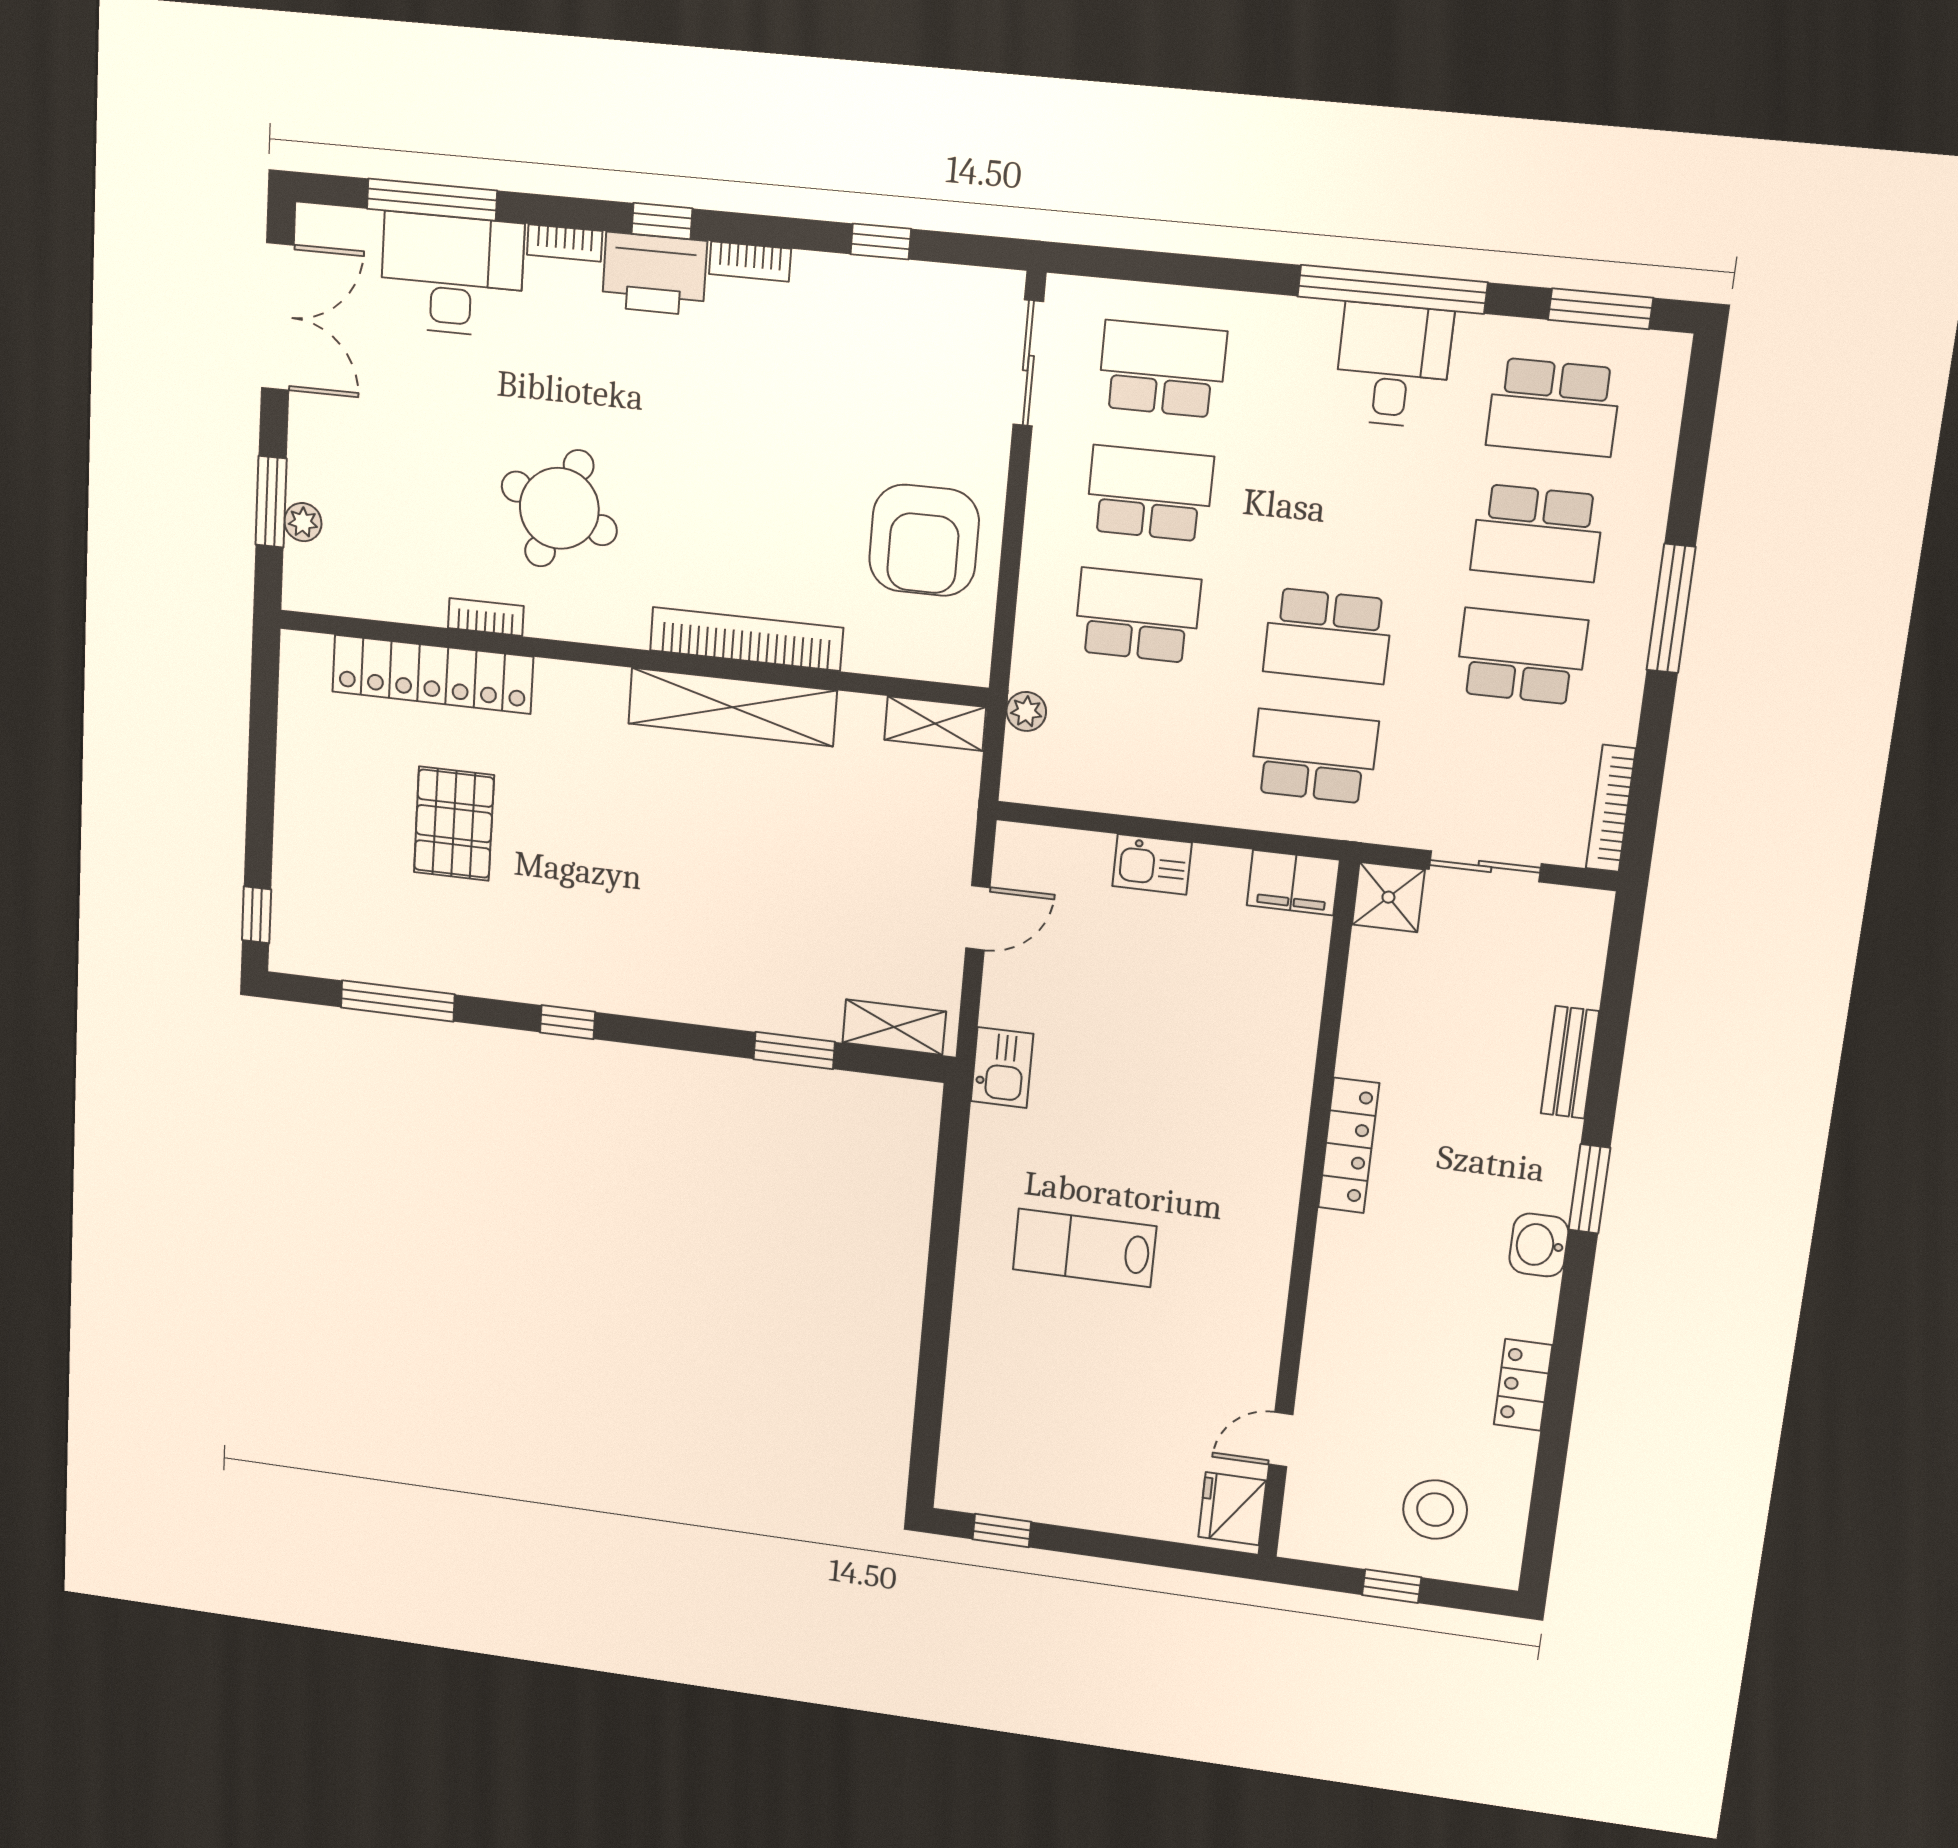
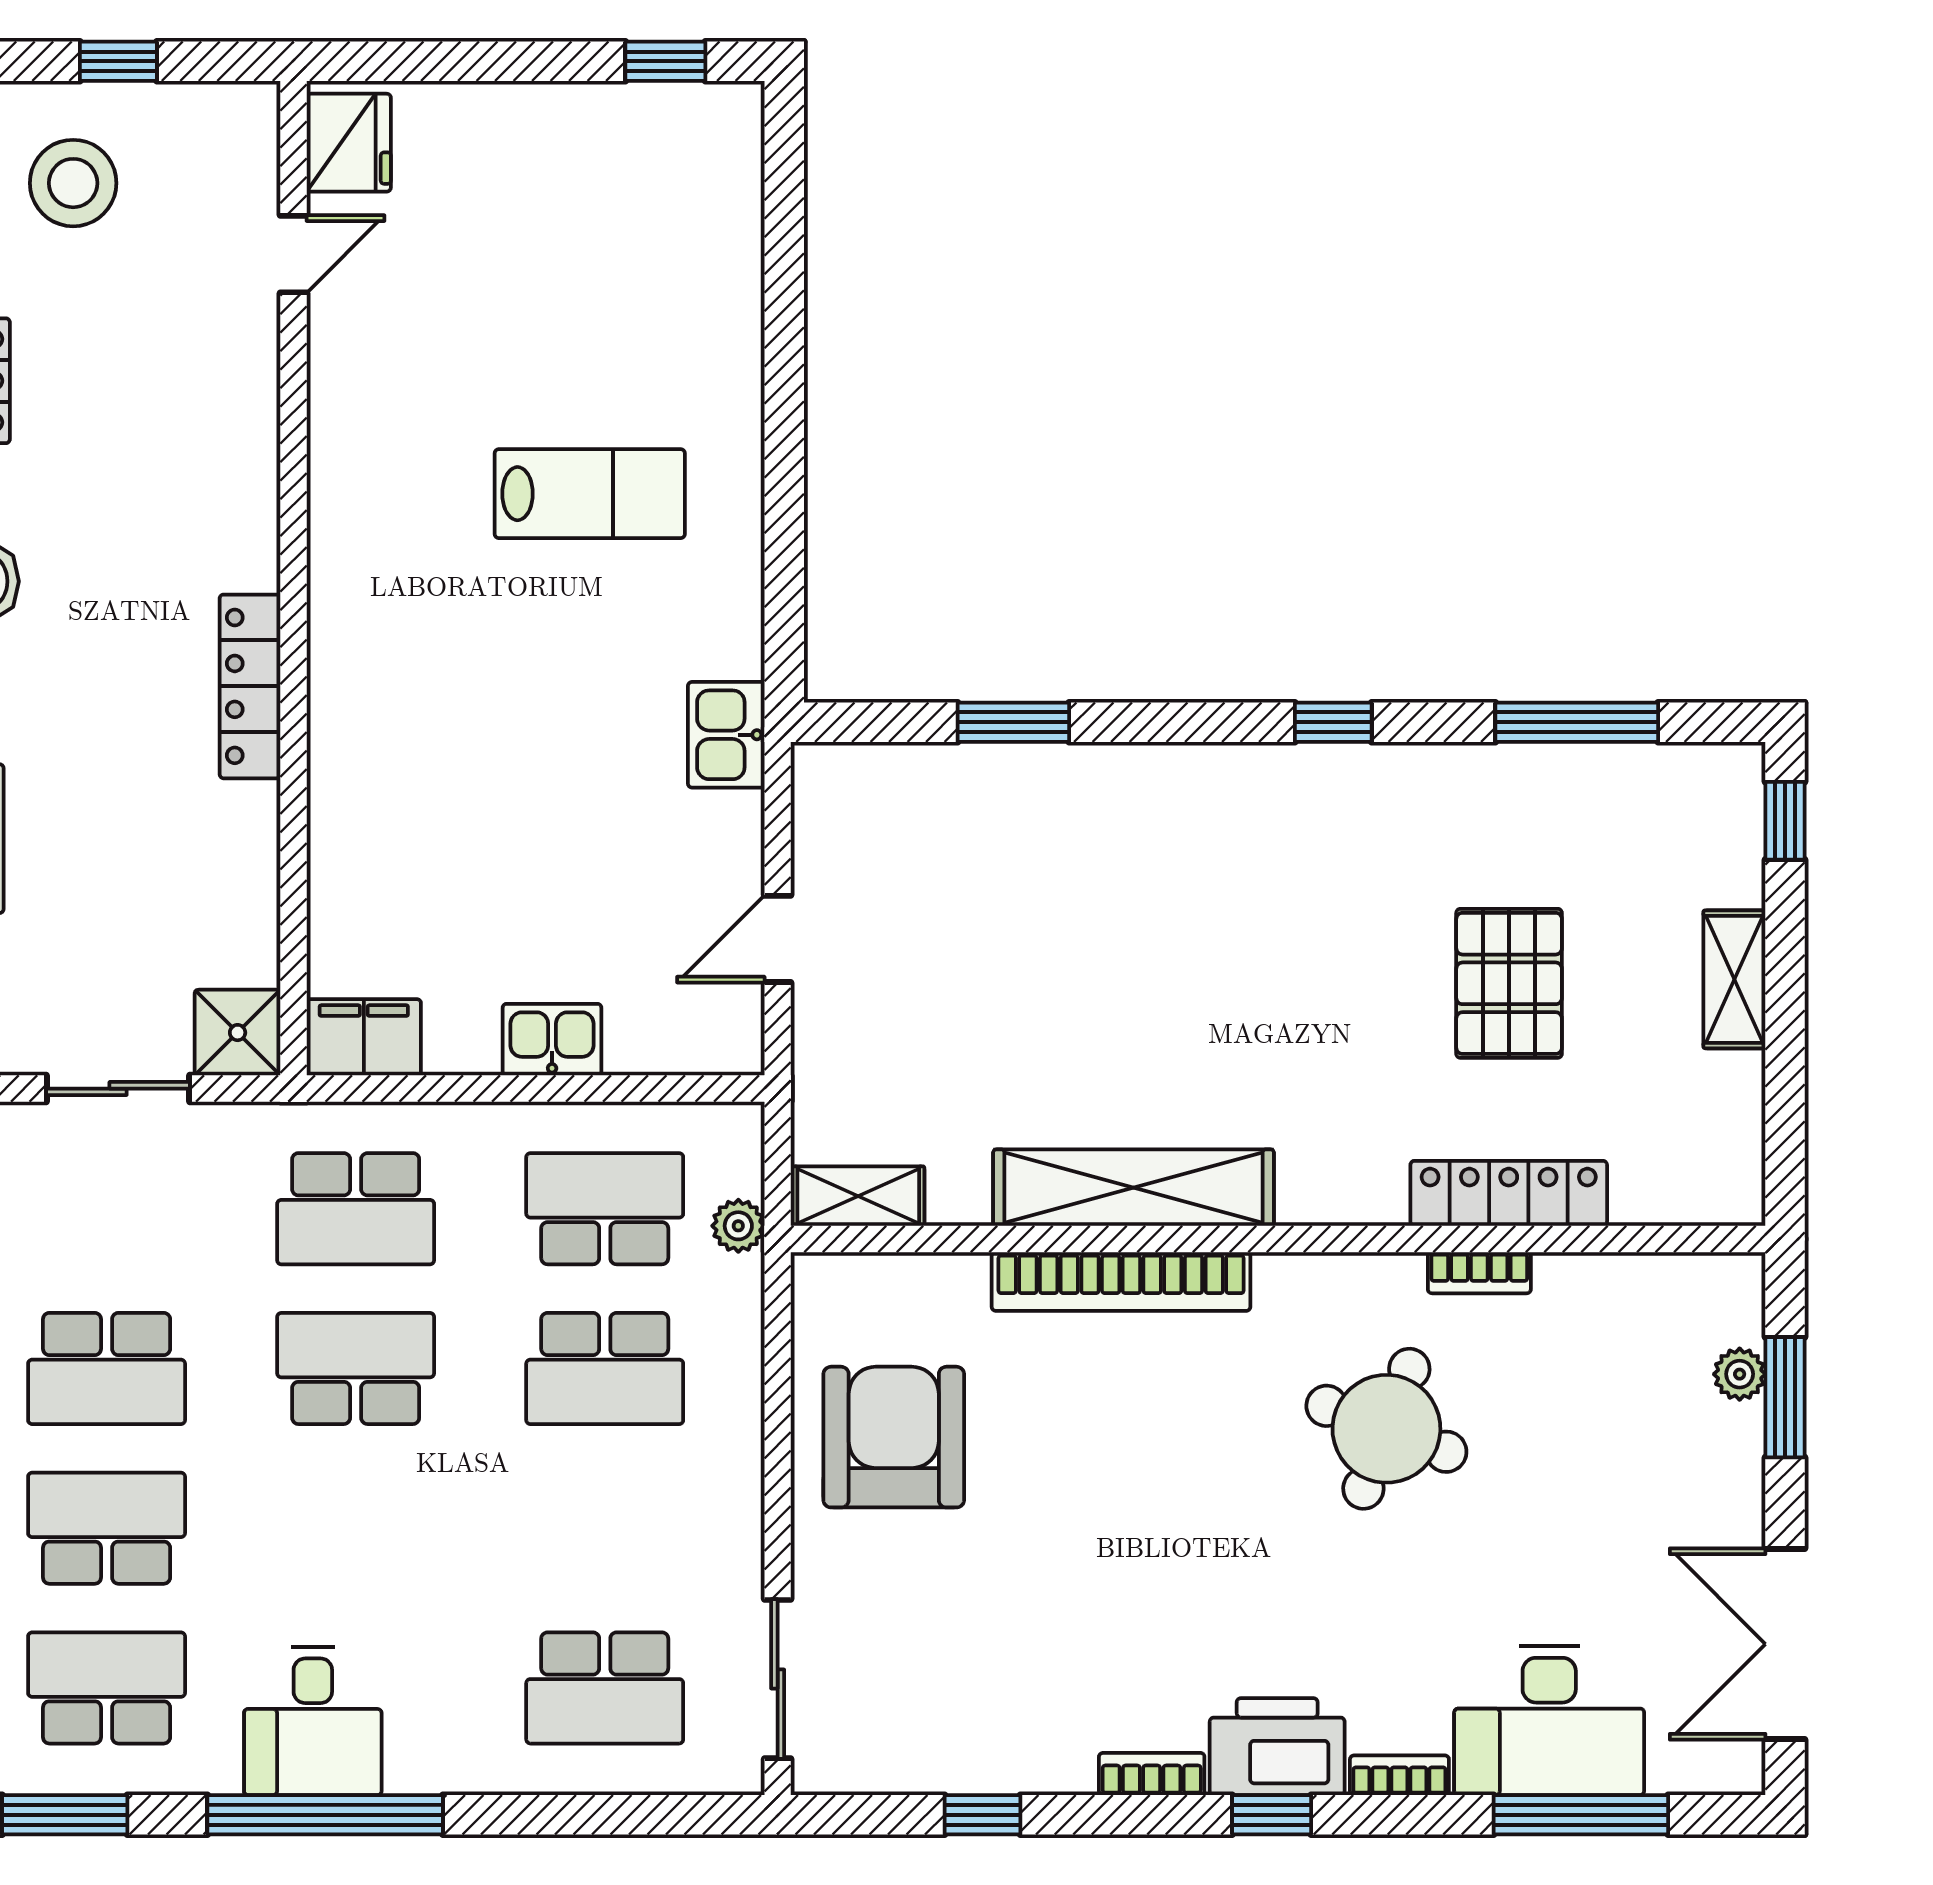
school desk: (1150, 493) -> (605, 1209), moved, turned 180
locker: (432, 674) -> (1509, 1193), width x0.71, depth x0.83
shelving: (894, 1027) -> (1734, 979), moved, turned 90

